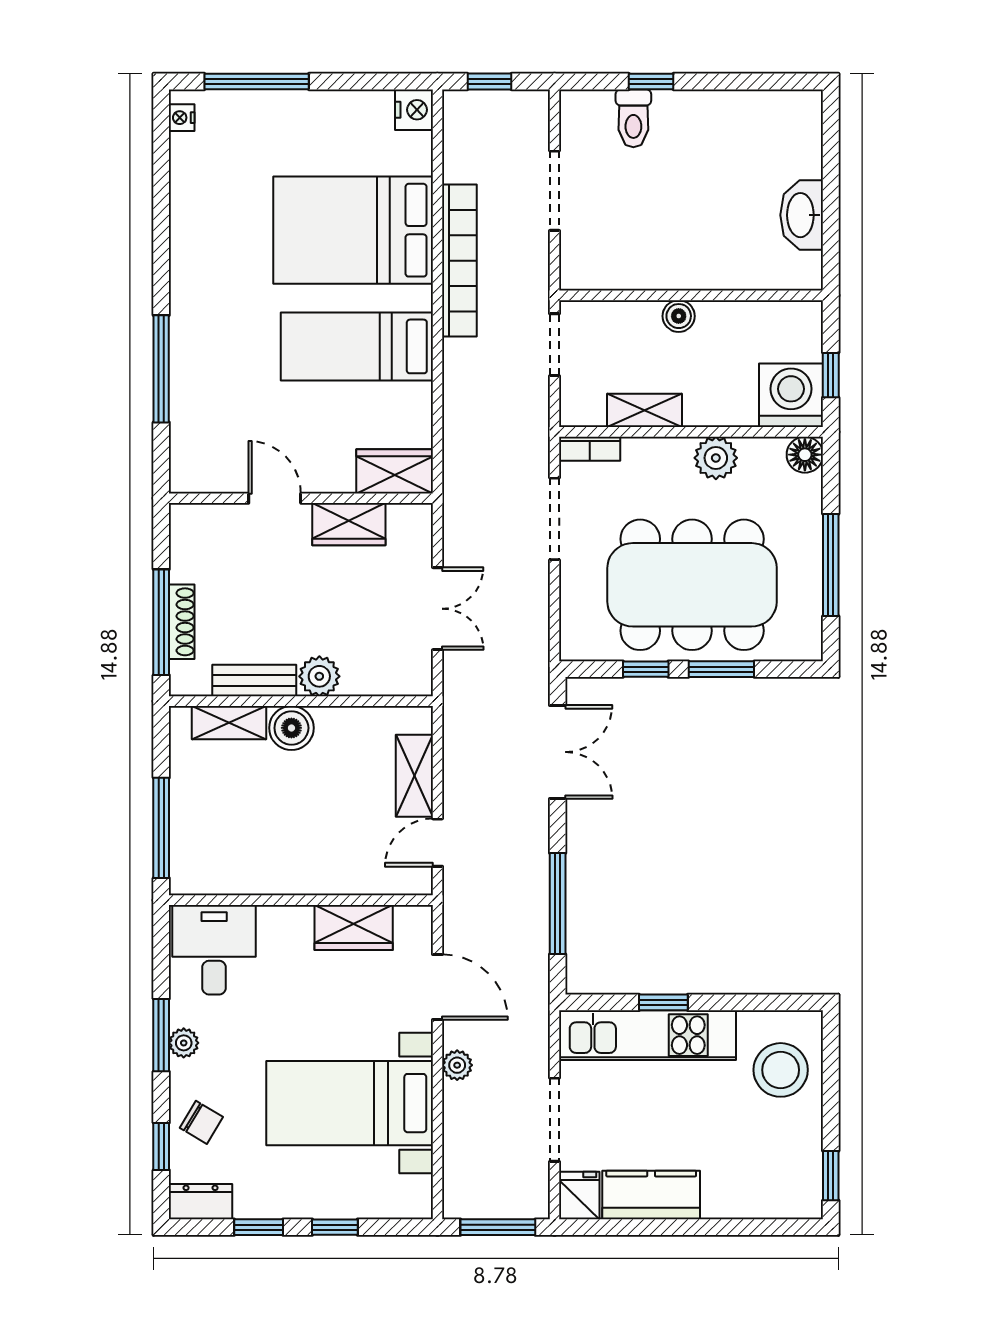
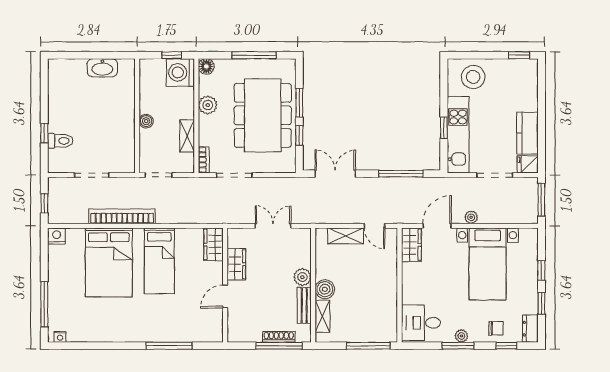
wardrobe: (354, 927) -> (411, 245), moved
chair: (201, 1122) -> (496, 328), turned 59

